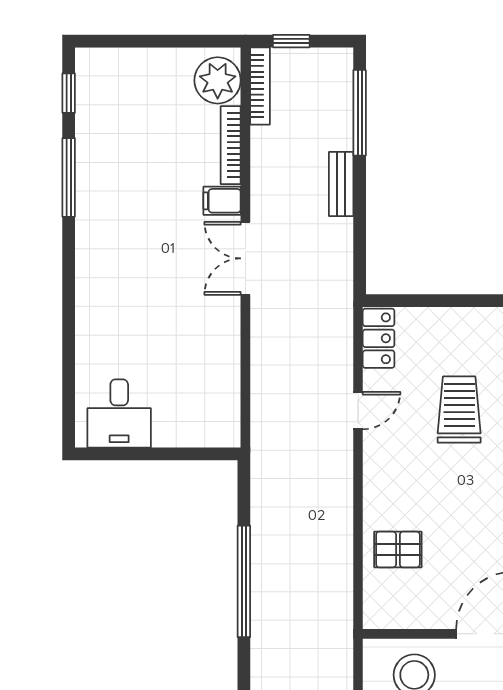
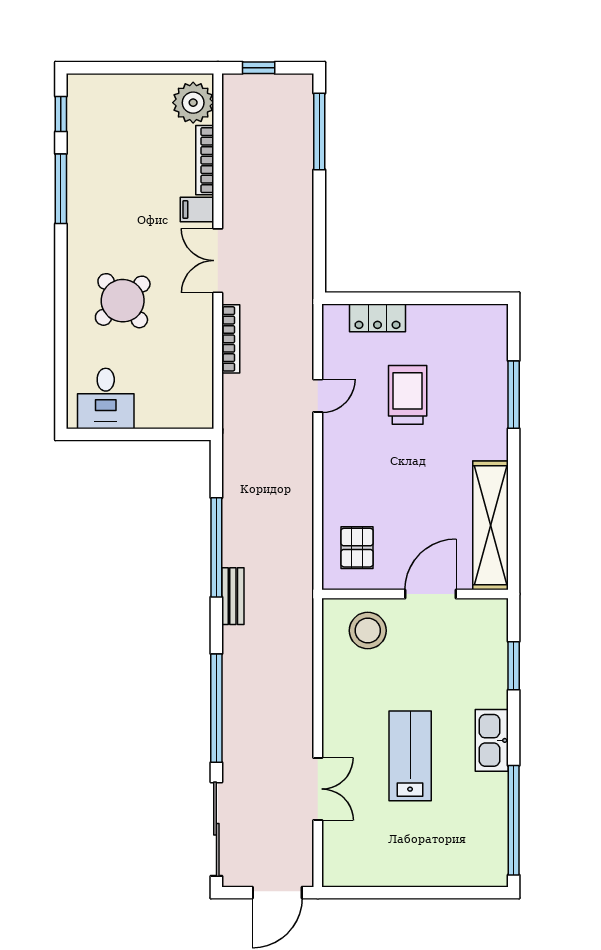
bookcase: (260, 86) -> (231, 339), moved
bench: (341, 184) -> (233, 596), moved
round table: (138, 303) -> (123, 301), added
locker: (379, 338) -> (378, 318), moved, turned 90
pallet: (398, 549) -> (357, 548), moved, turned 90

